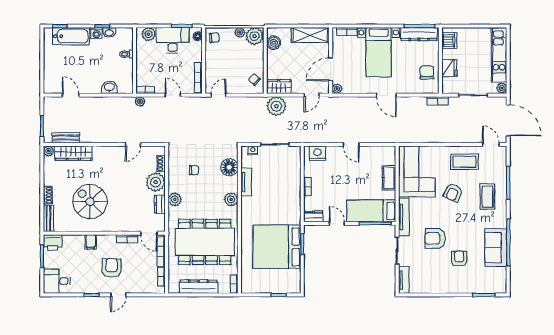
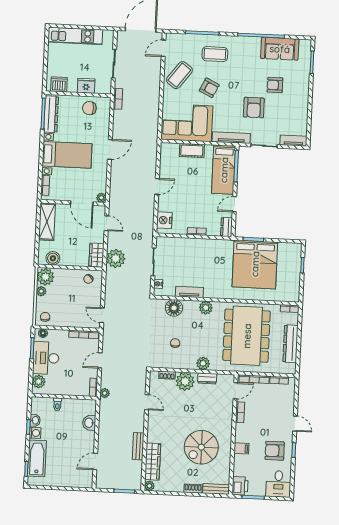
plant: (502, 88) -> (108, 35), removed
bench: (66, 138) -> (138, 446), moved
coffee table: (464, 162) -> (179, 75), turned 37
sofa: (496, 248) -> (280, 49), moved
armchair: (112, 268) -> (275, 451), moved

